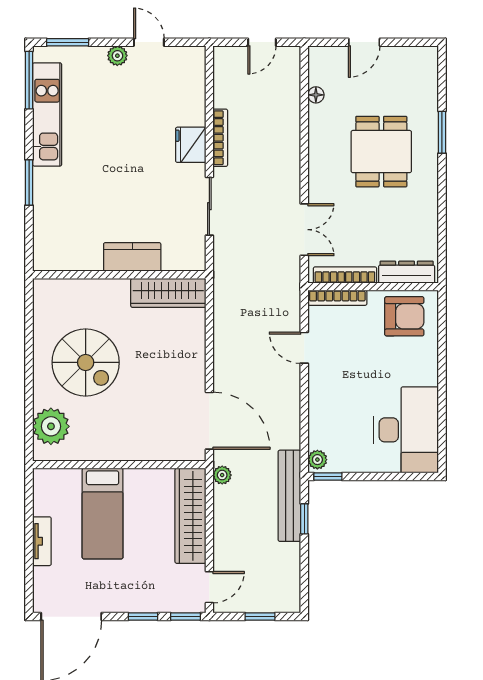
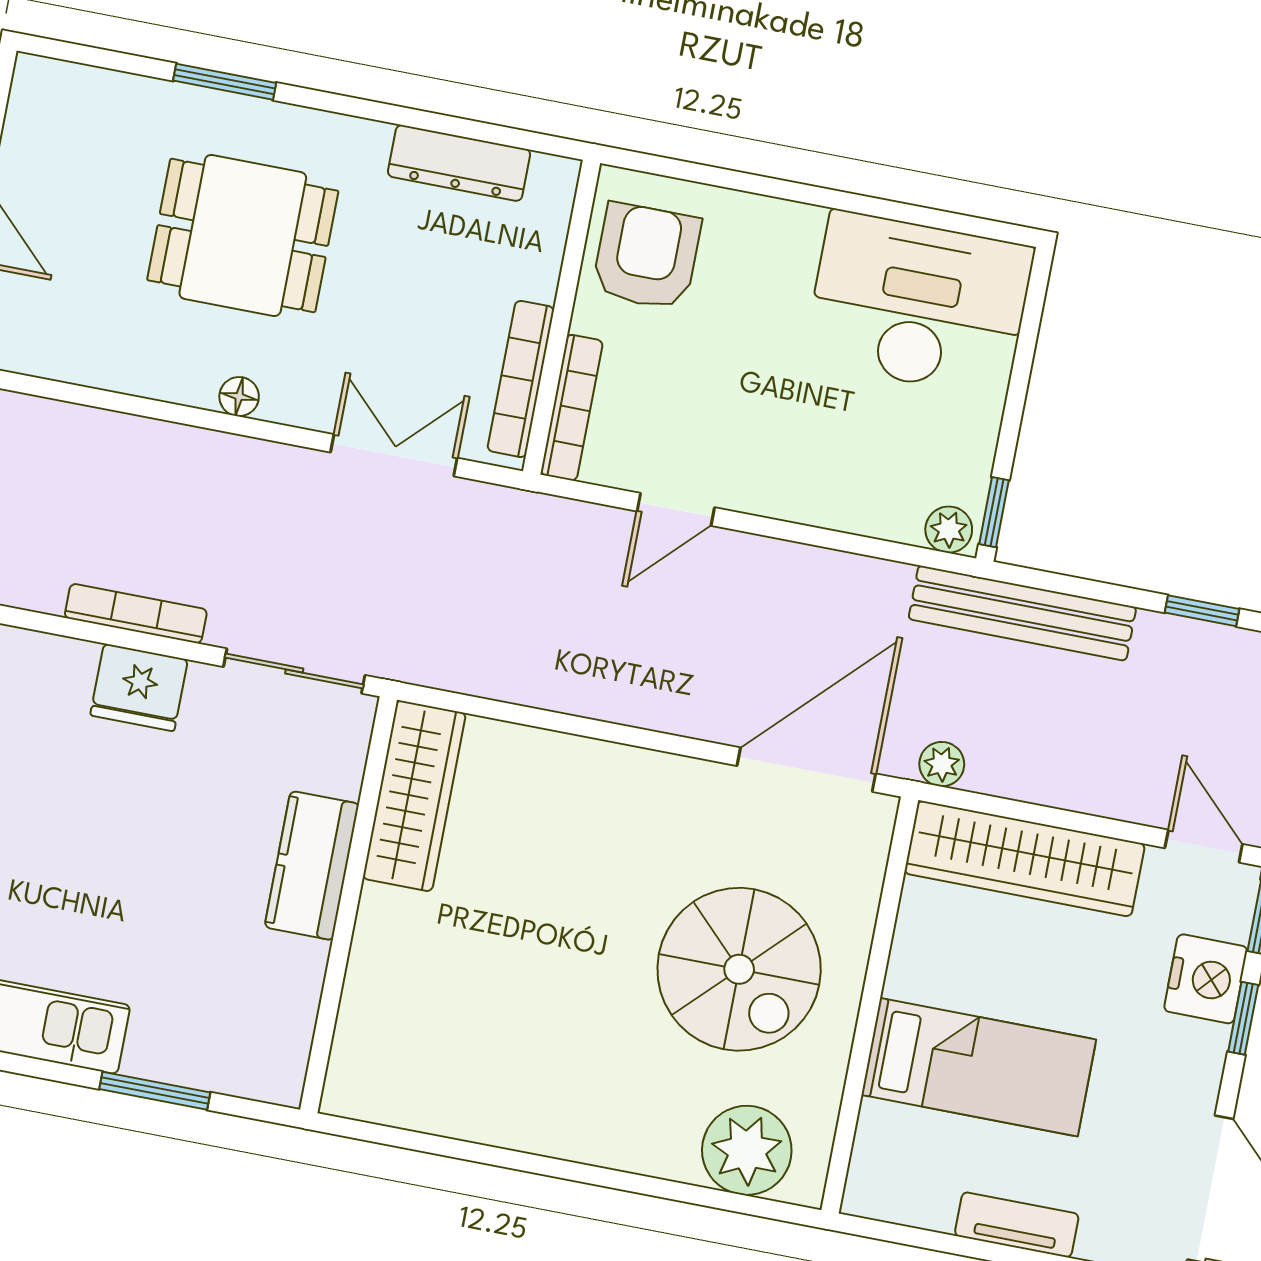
floor lamp: (316, 95) -> (239, 397), moved
kitchen counter: (132, 257) -> (312, 866), moved
dresser: (407, 272) -> (459, 163), moved, turned -90
wall: (119, 275) -> (349, 905), moved
wardrobe: (168, 293) -> (414, 796), moved
spiral stairs: (86, 362) -> (739, 969), moved, turned 90
window: (304, 519) -> (1202, 611), moved
nightstand: (156, 598) -> (1206, 979), added

